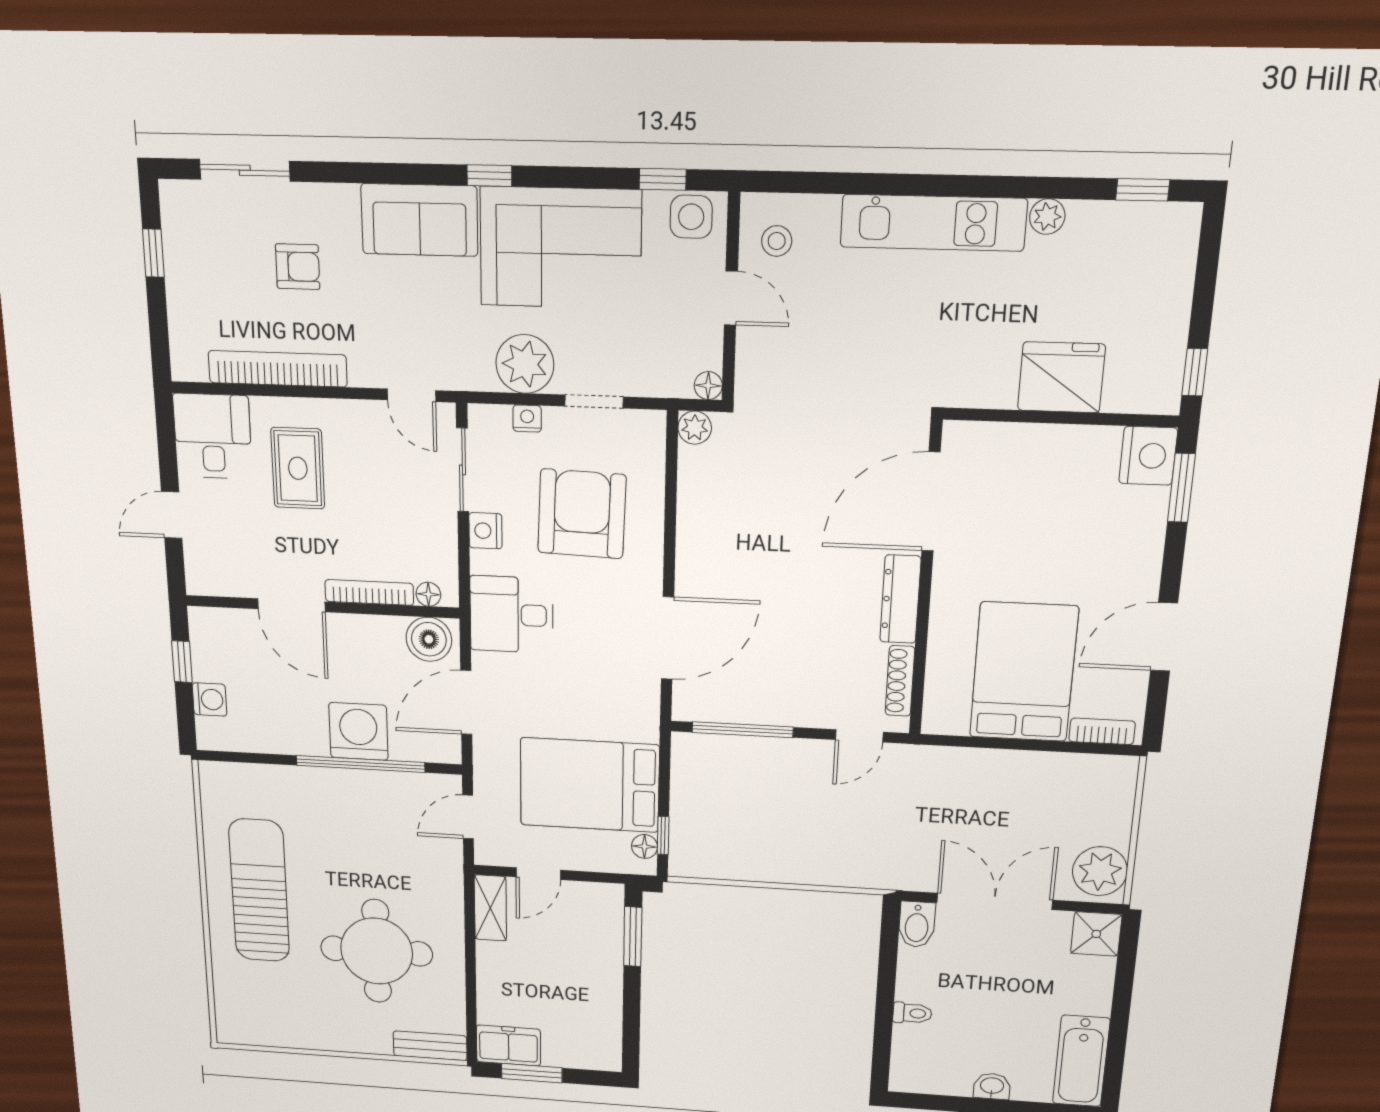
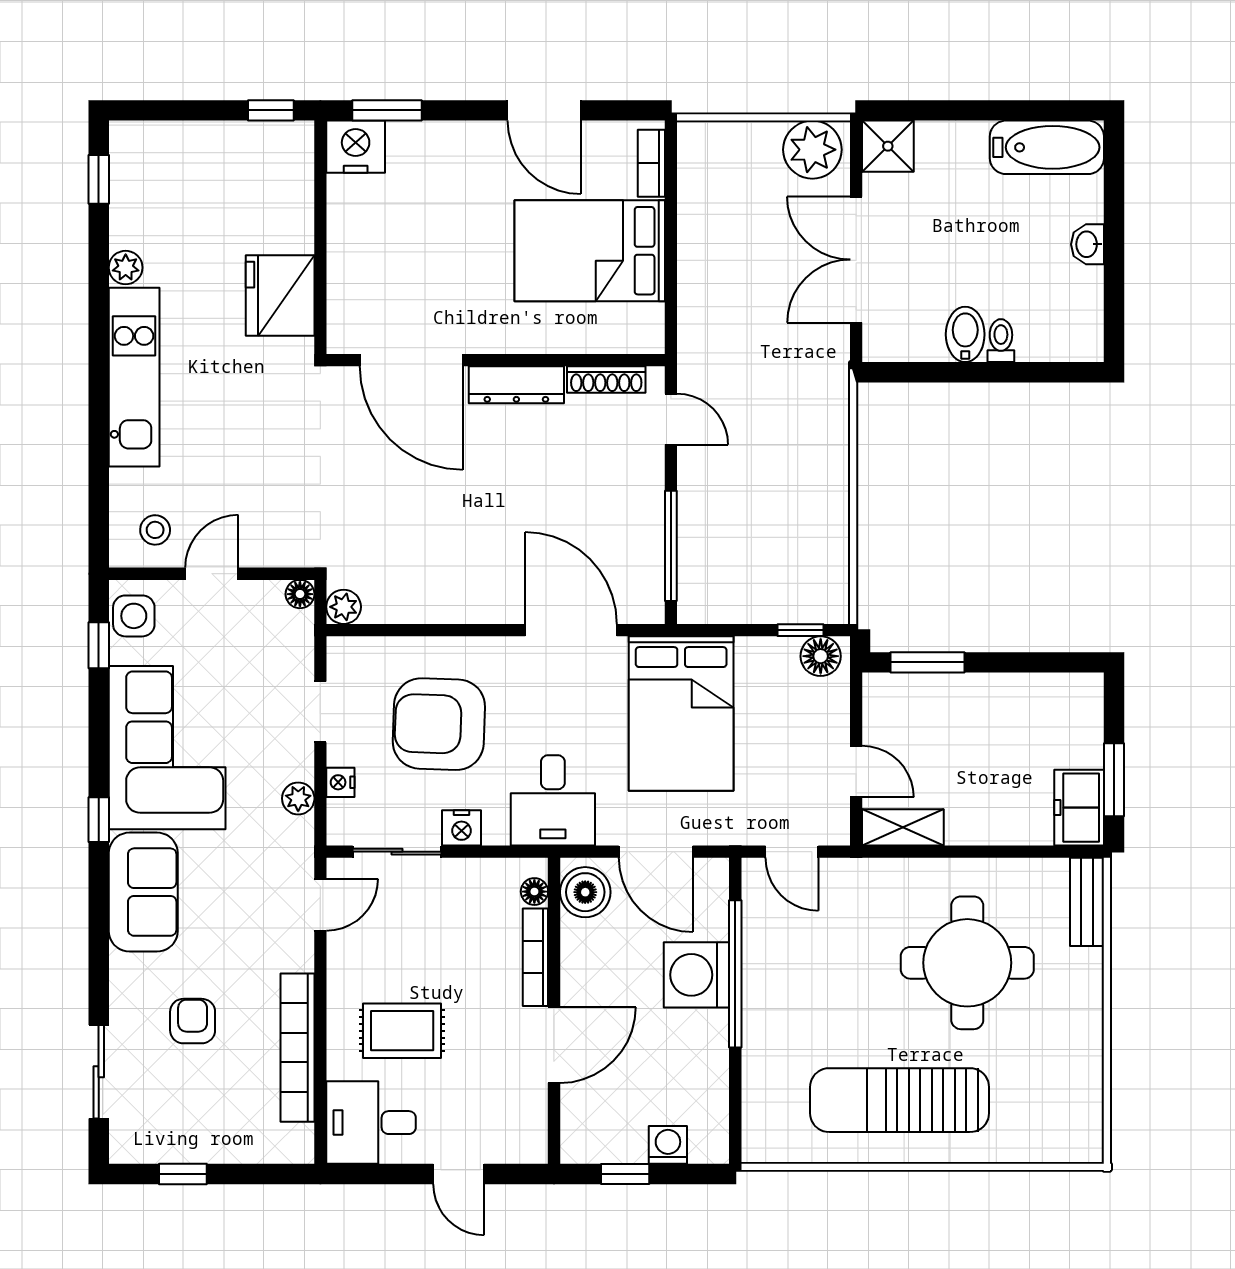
plant: (525, 364) -> (298, 798), width x0.53, depth x0.53
fridge: (1061, 377) -> (280, 296), moved
bed: (590, 785) -> (681, 714), moved
floor lamp: (645, 846) -> (821, 656), width x1.37, depth x1.37
bidet: (917, 924) -> (965, 334), moved, turned -90

